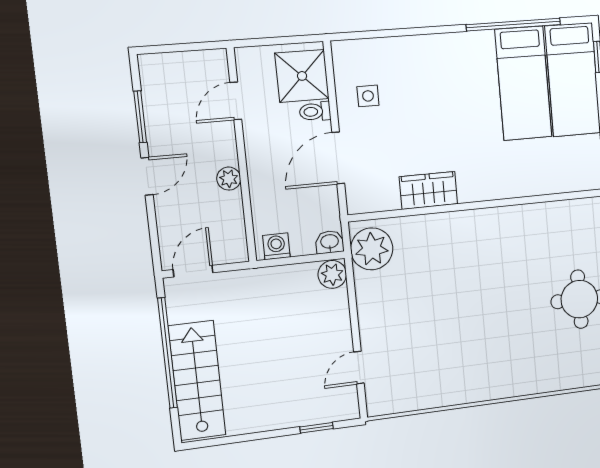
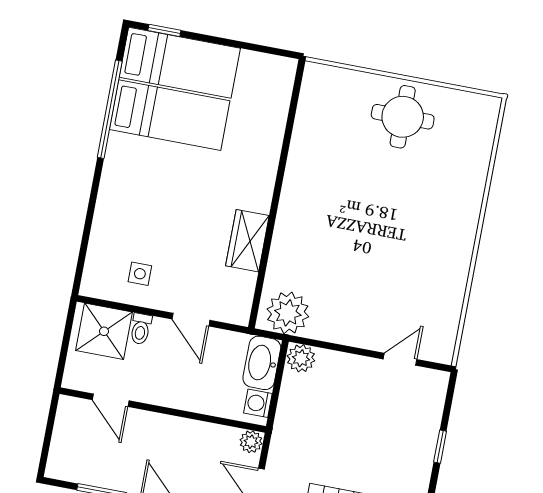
door: (338, 158) -> (191, 320), width x0.73
plant: (229, 179) -> (251, 442), moved
washbasin: (330, 242) -> (262, 363), width x1.91, depth x1.45
door: (359, 368) -> (400, 359), swing flipped
window: (317, 428) -> (440, 447), moved

